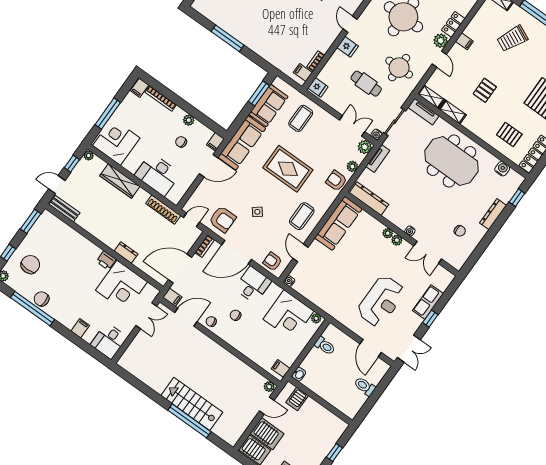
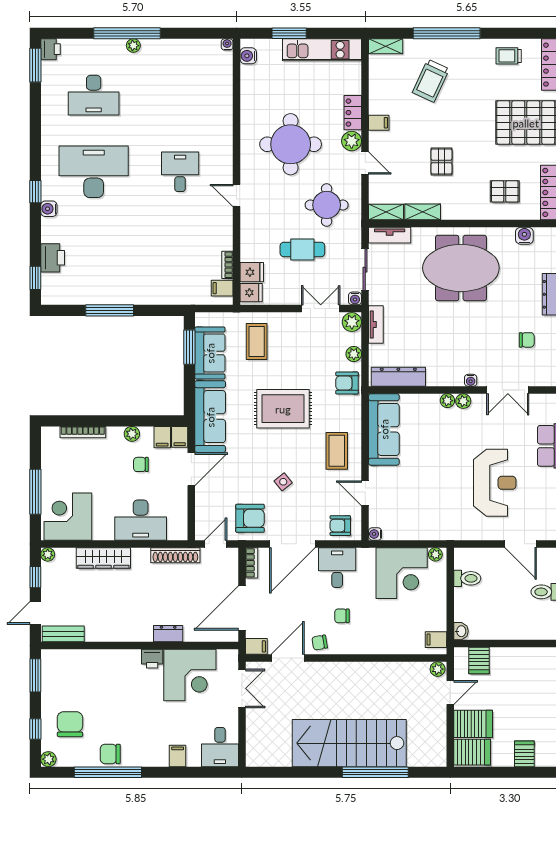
fridge: (348, 47) -> (252, 272), moved
filing cabinet: (139, 88) -> (162, 437), moved
stairs: (192, 404) -> (349, 743), width x1.36, depth x1.51

